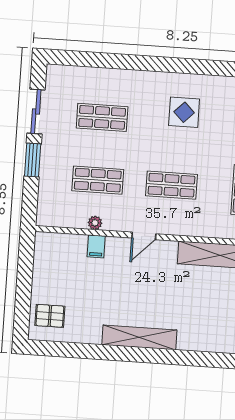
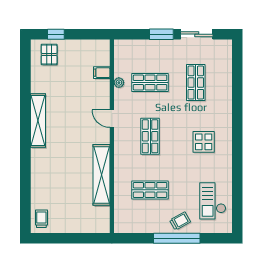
shop shelf: (98, 180) -> (150, 83), turned 90
filing cabinet: (96, 246) -> (102, 73), moved
window: (23, 305) -> (56, 34), added

